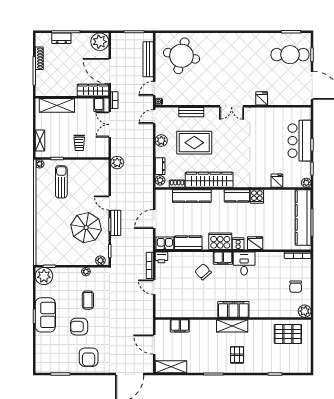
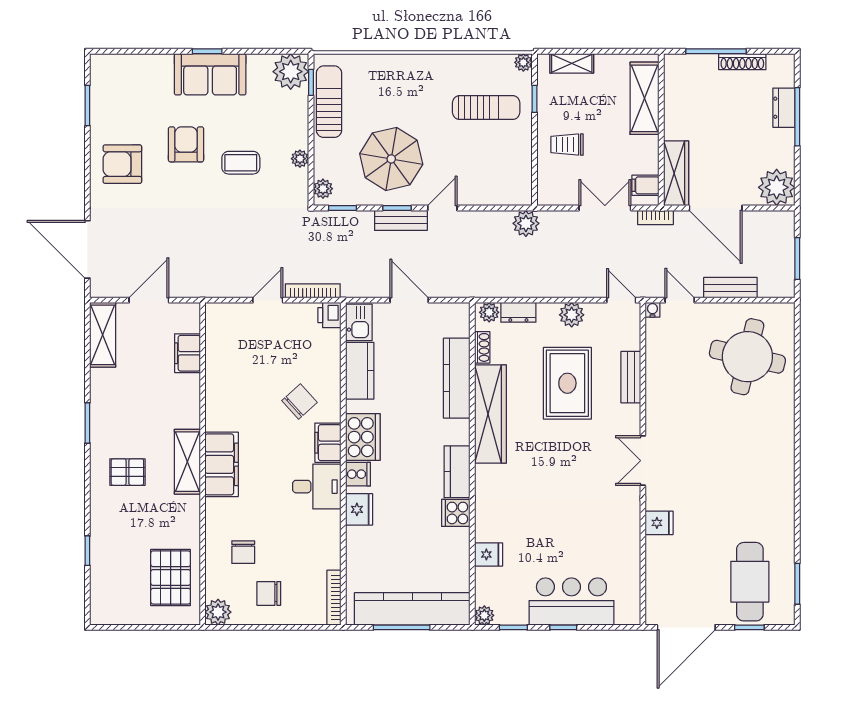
bench: (148, 59) -> (730, 288), width x0.73
door: (110, 71) -> (716, 208), swing flipped
sun lounger: (58, 258) -> (329, 102), added
chair: (276, 299) -> (243, 552), added

